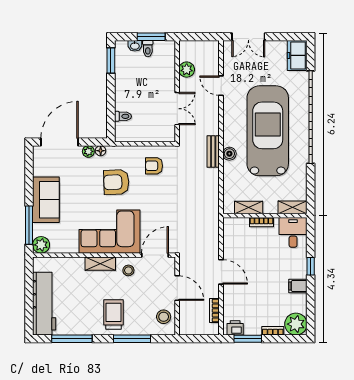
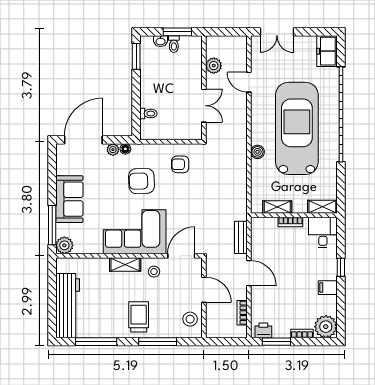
bench: (213, 151) -> (241, 237), moved

